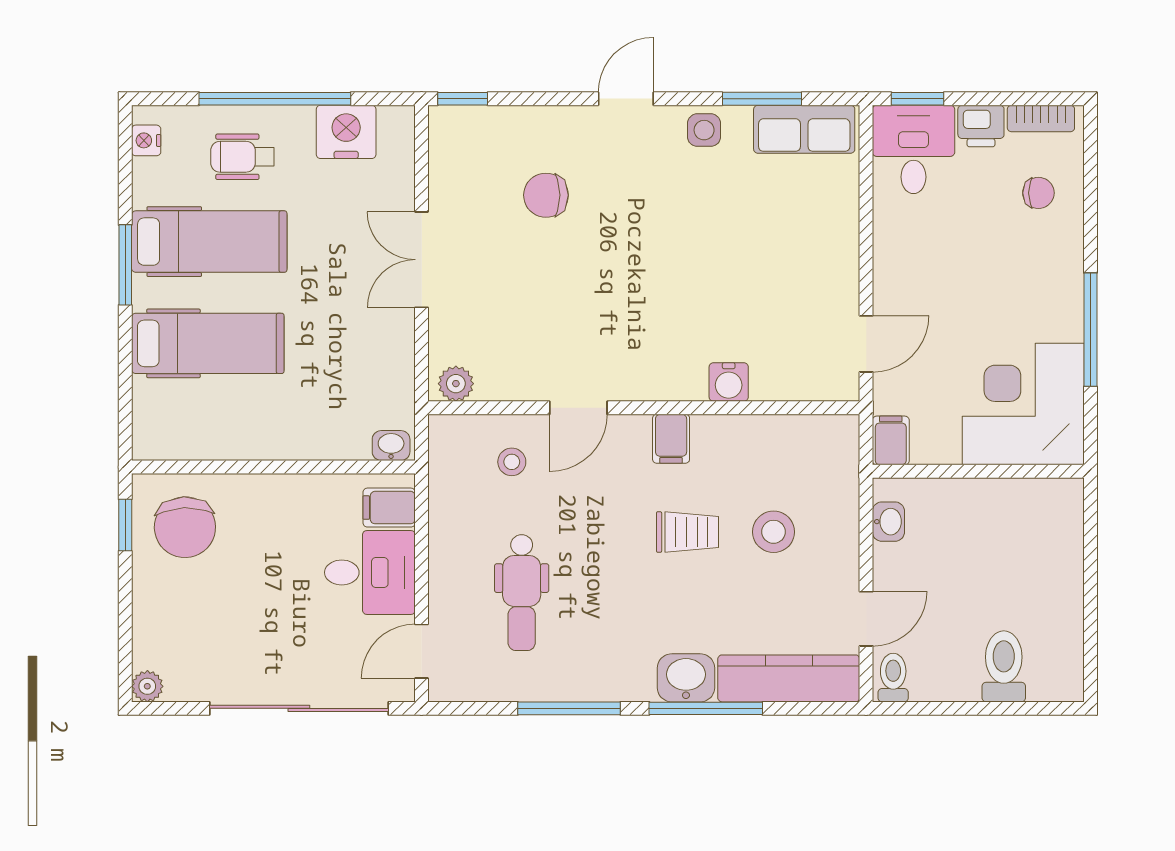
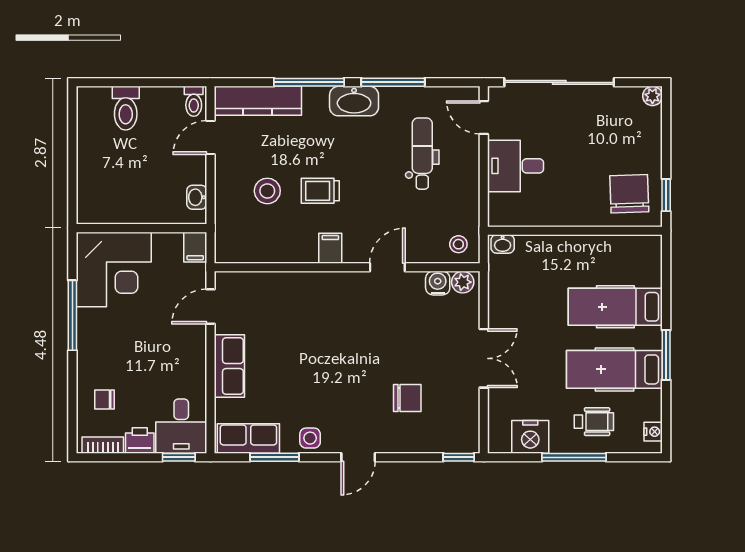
window: (275, 99) -> (574, 457), width x0.68
row of seats: (835, 247) -> (229, 366), added
water cooler: (729, 382) -> (438, 283), moved
stool: (512, 462) -> (458, 244), moved
filing cabinet: (389, 508) -> (504, 206), removed
door: (422, 651) -> (484, 118), swing flipped
washbasin: (686, 678) -> (354, 101), moved, width x1.38

